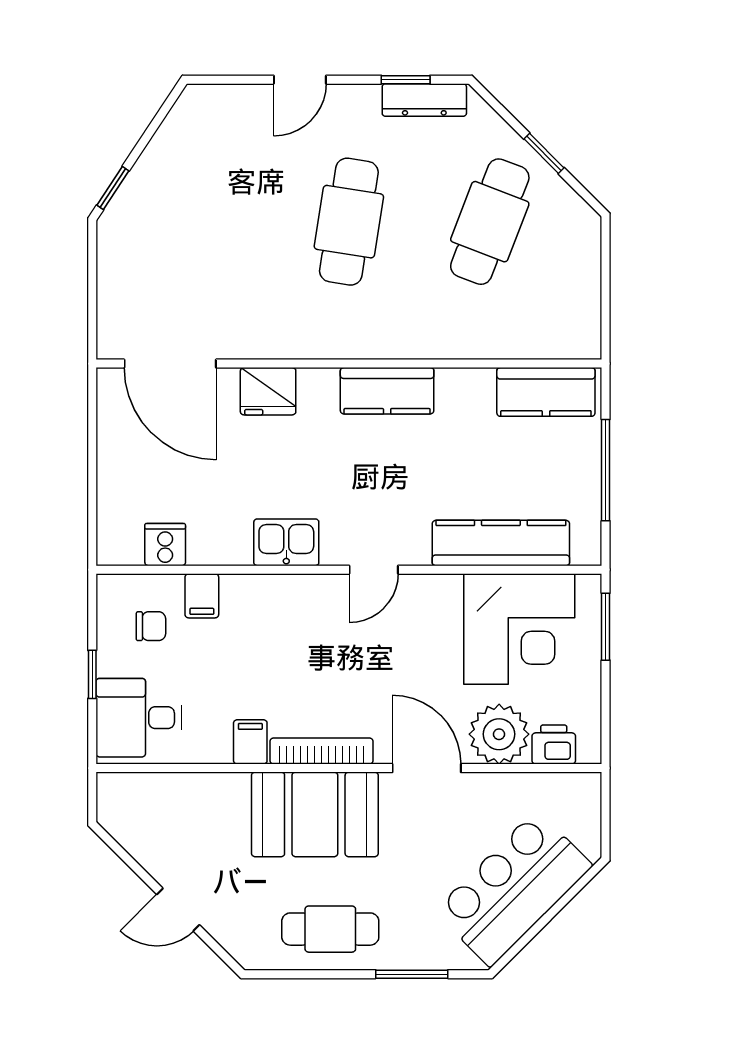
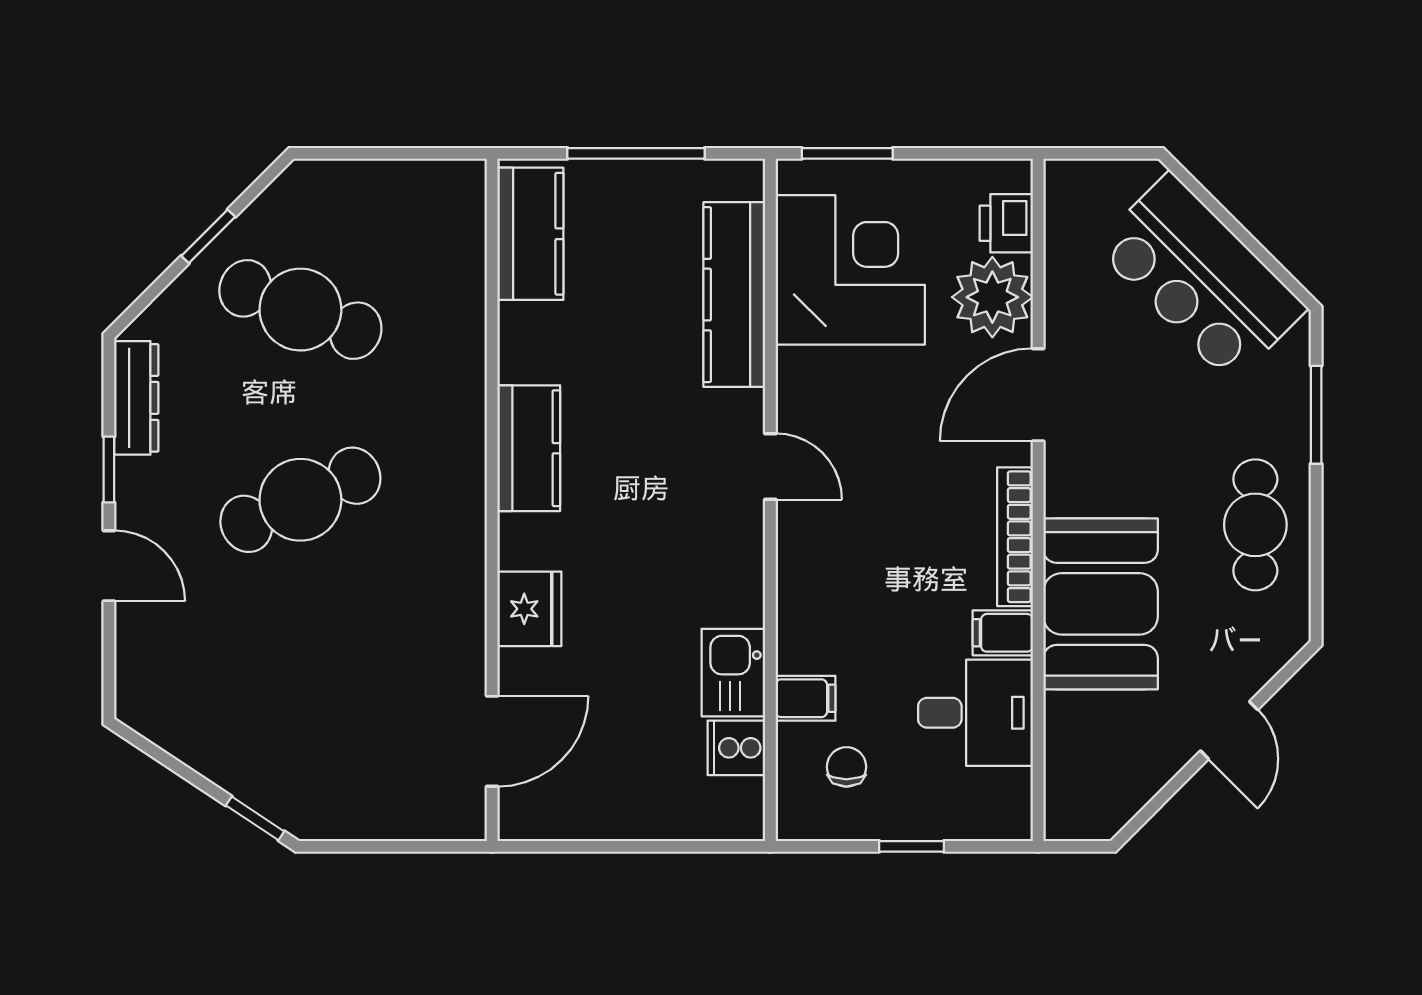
window: (406, 80) -> (109, 470), moved
cafe table: (349, 222) -> (300, 500), turned -33
door: (170, 364) -> (492, 741), width x0.73
kitchen sink: (286, 542) -> (733, 673), moved
desk: (139, 718) -> (975, 713), moved, turned -90
booth: (315, 814) -> (1101, 604), moved

